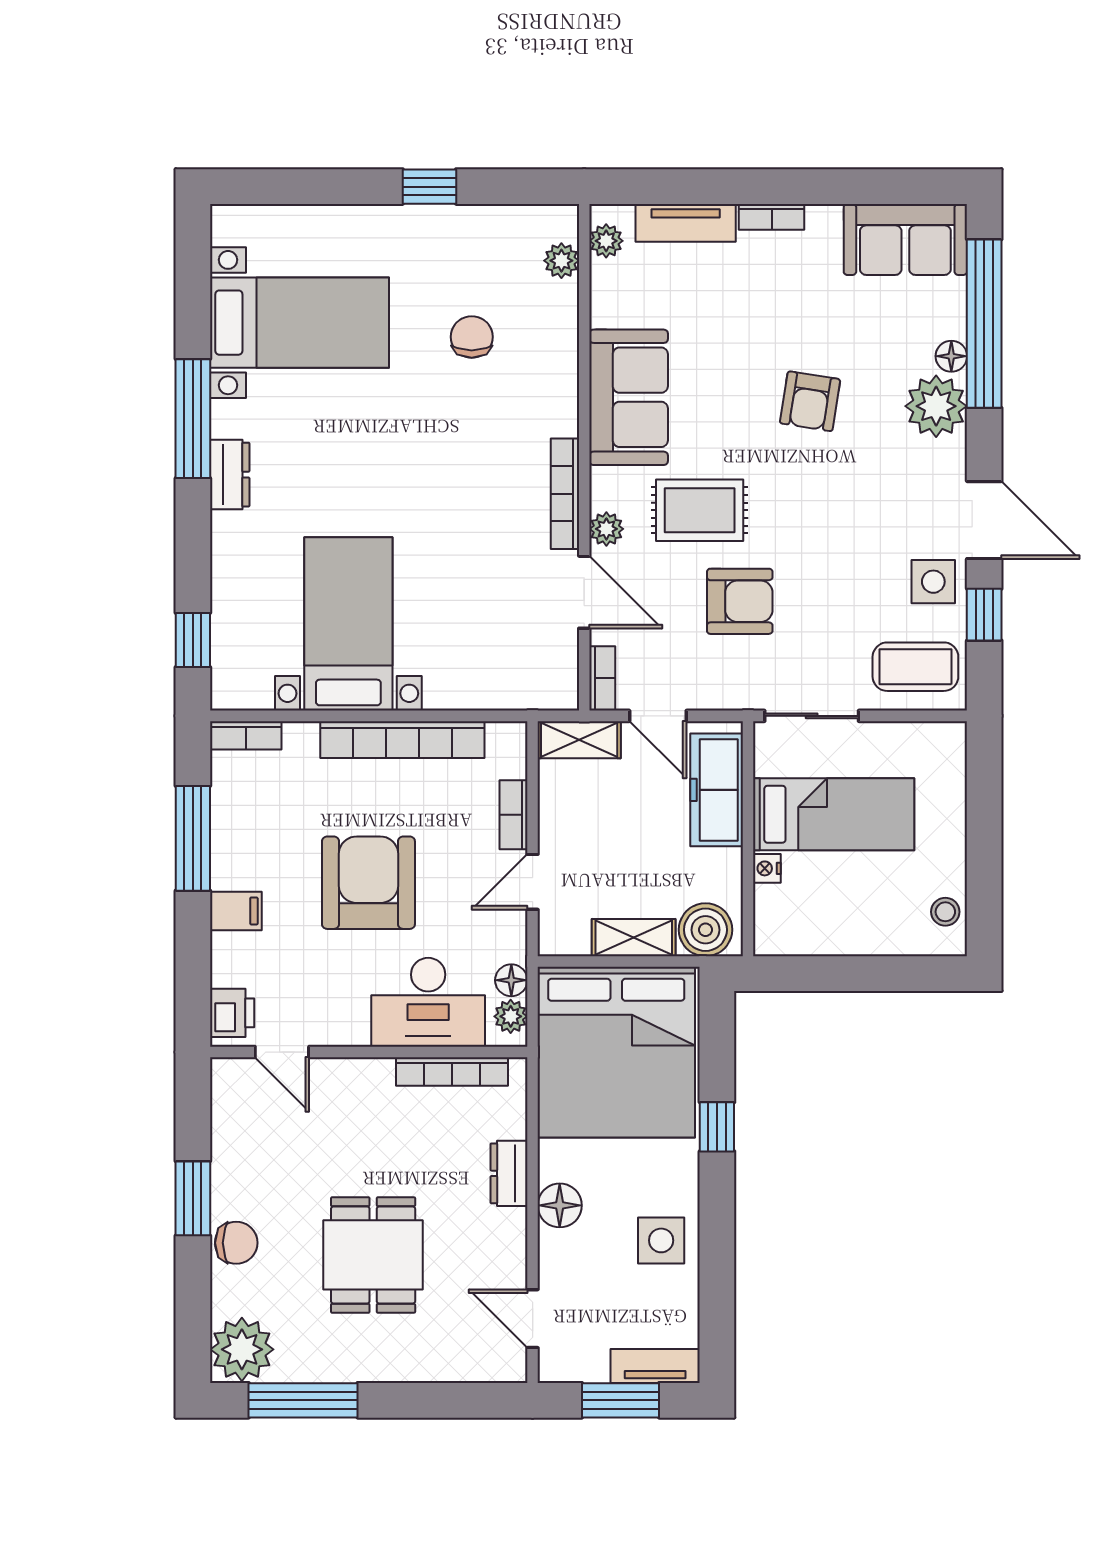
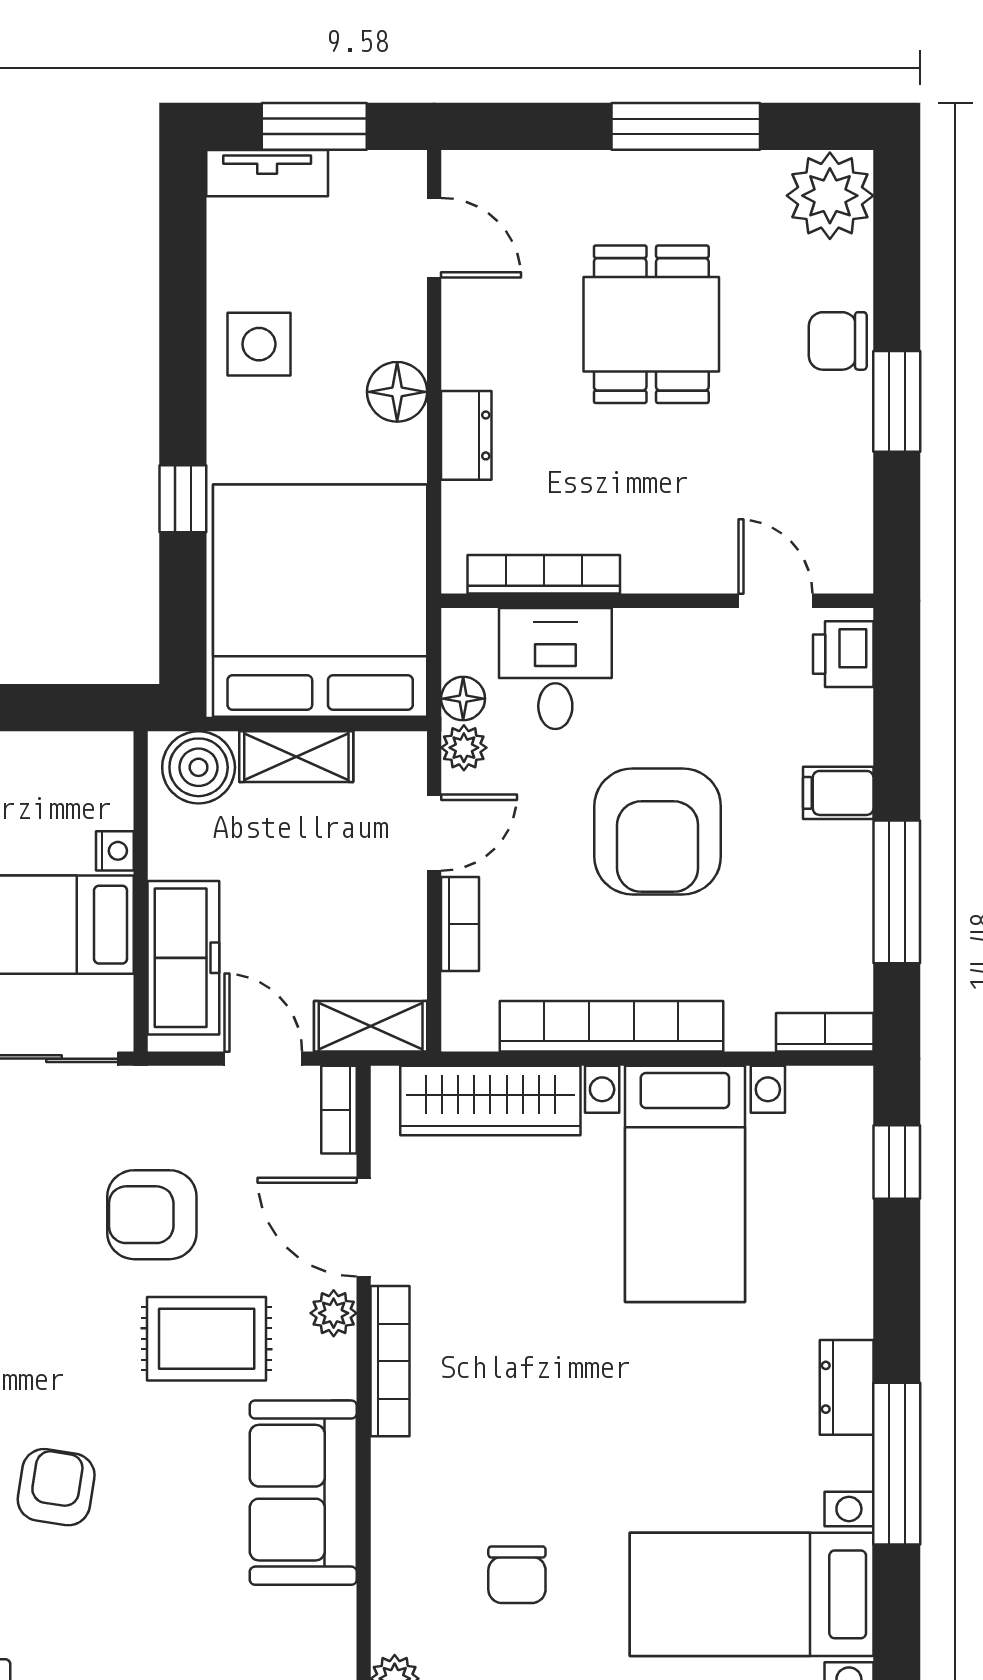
wardrobe: (491, 685) -> (490, 1100), added
desk: (428, 1002) -> (555, 668), width x0.73
plant: (511, 1016) -> (464, 748), moved
window: (303, 1400) -> (686, 126), moved

